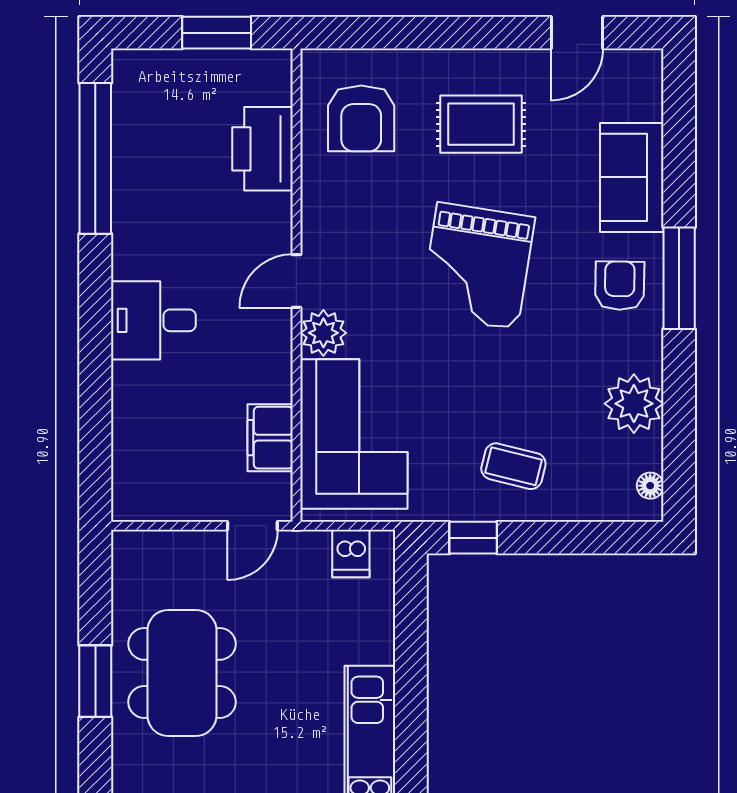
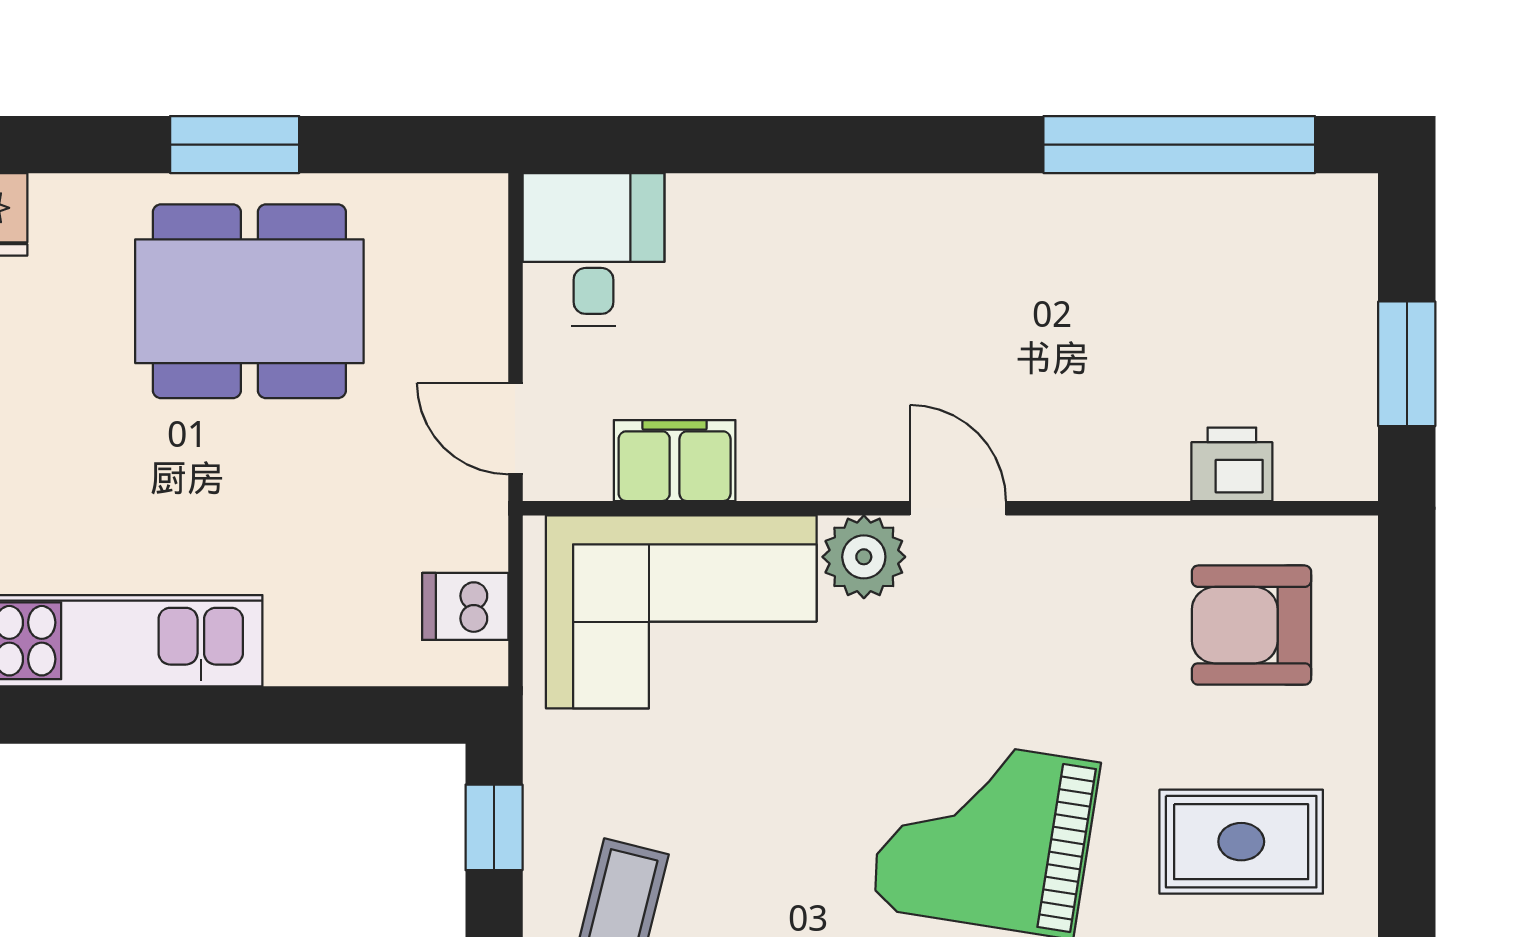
rug: (481, 124) -> (1241, 842), turned 90
printer: (262, 149) -> (1232, 464), width x0.53, depth x0.68
desk: (153, 320) -> (594, 250), moved

